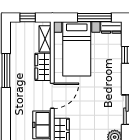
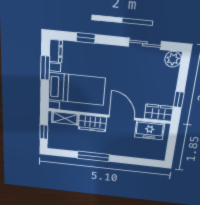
window: (94, 17) -> (45, 68), width x0.69

